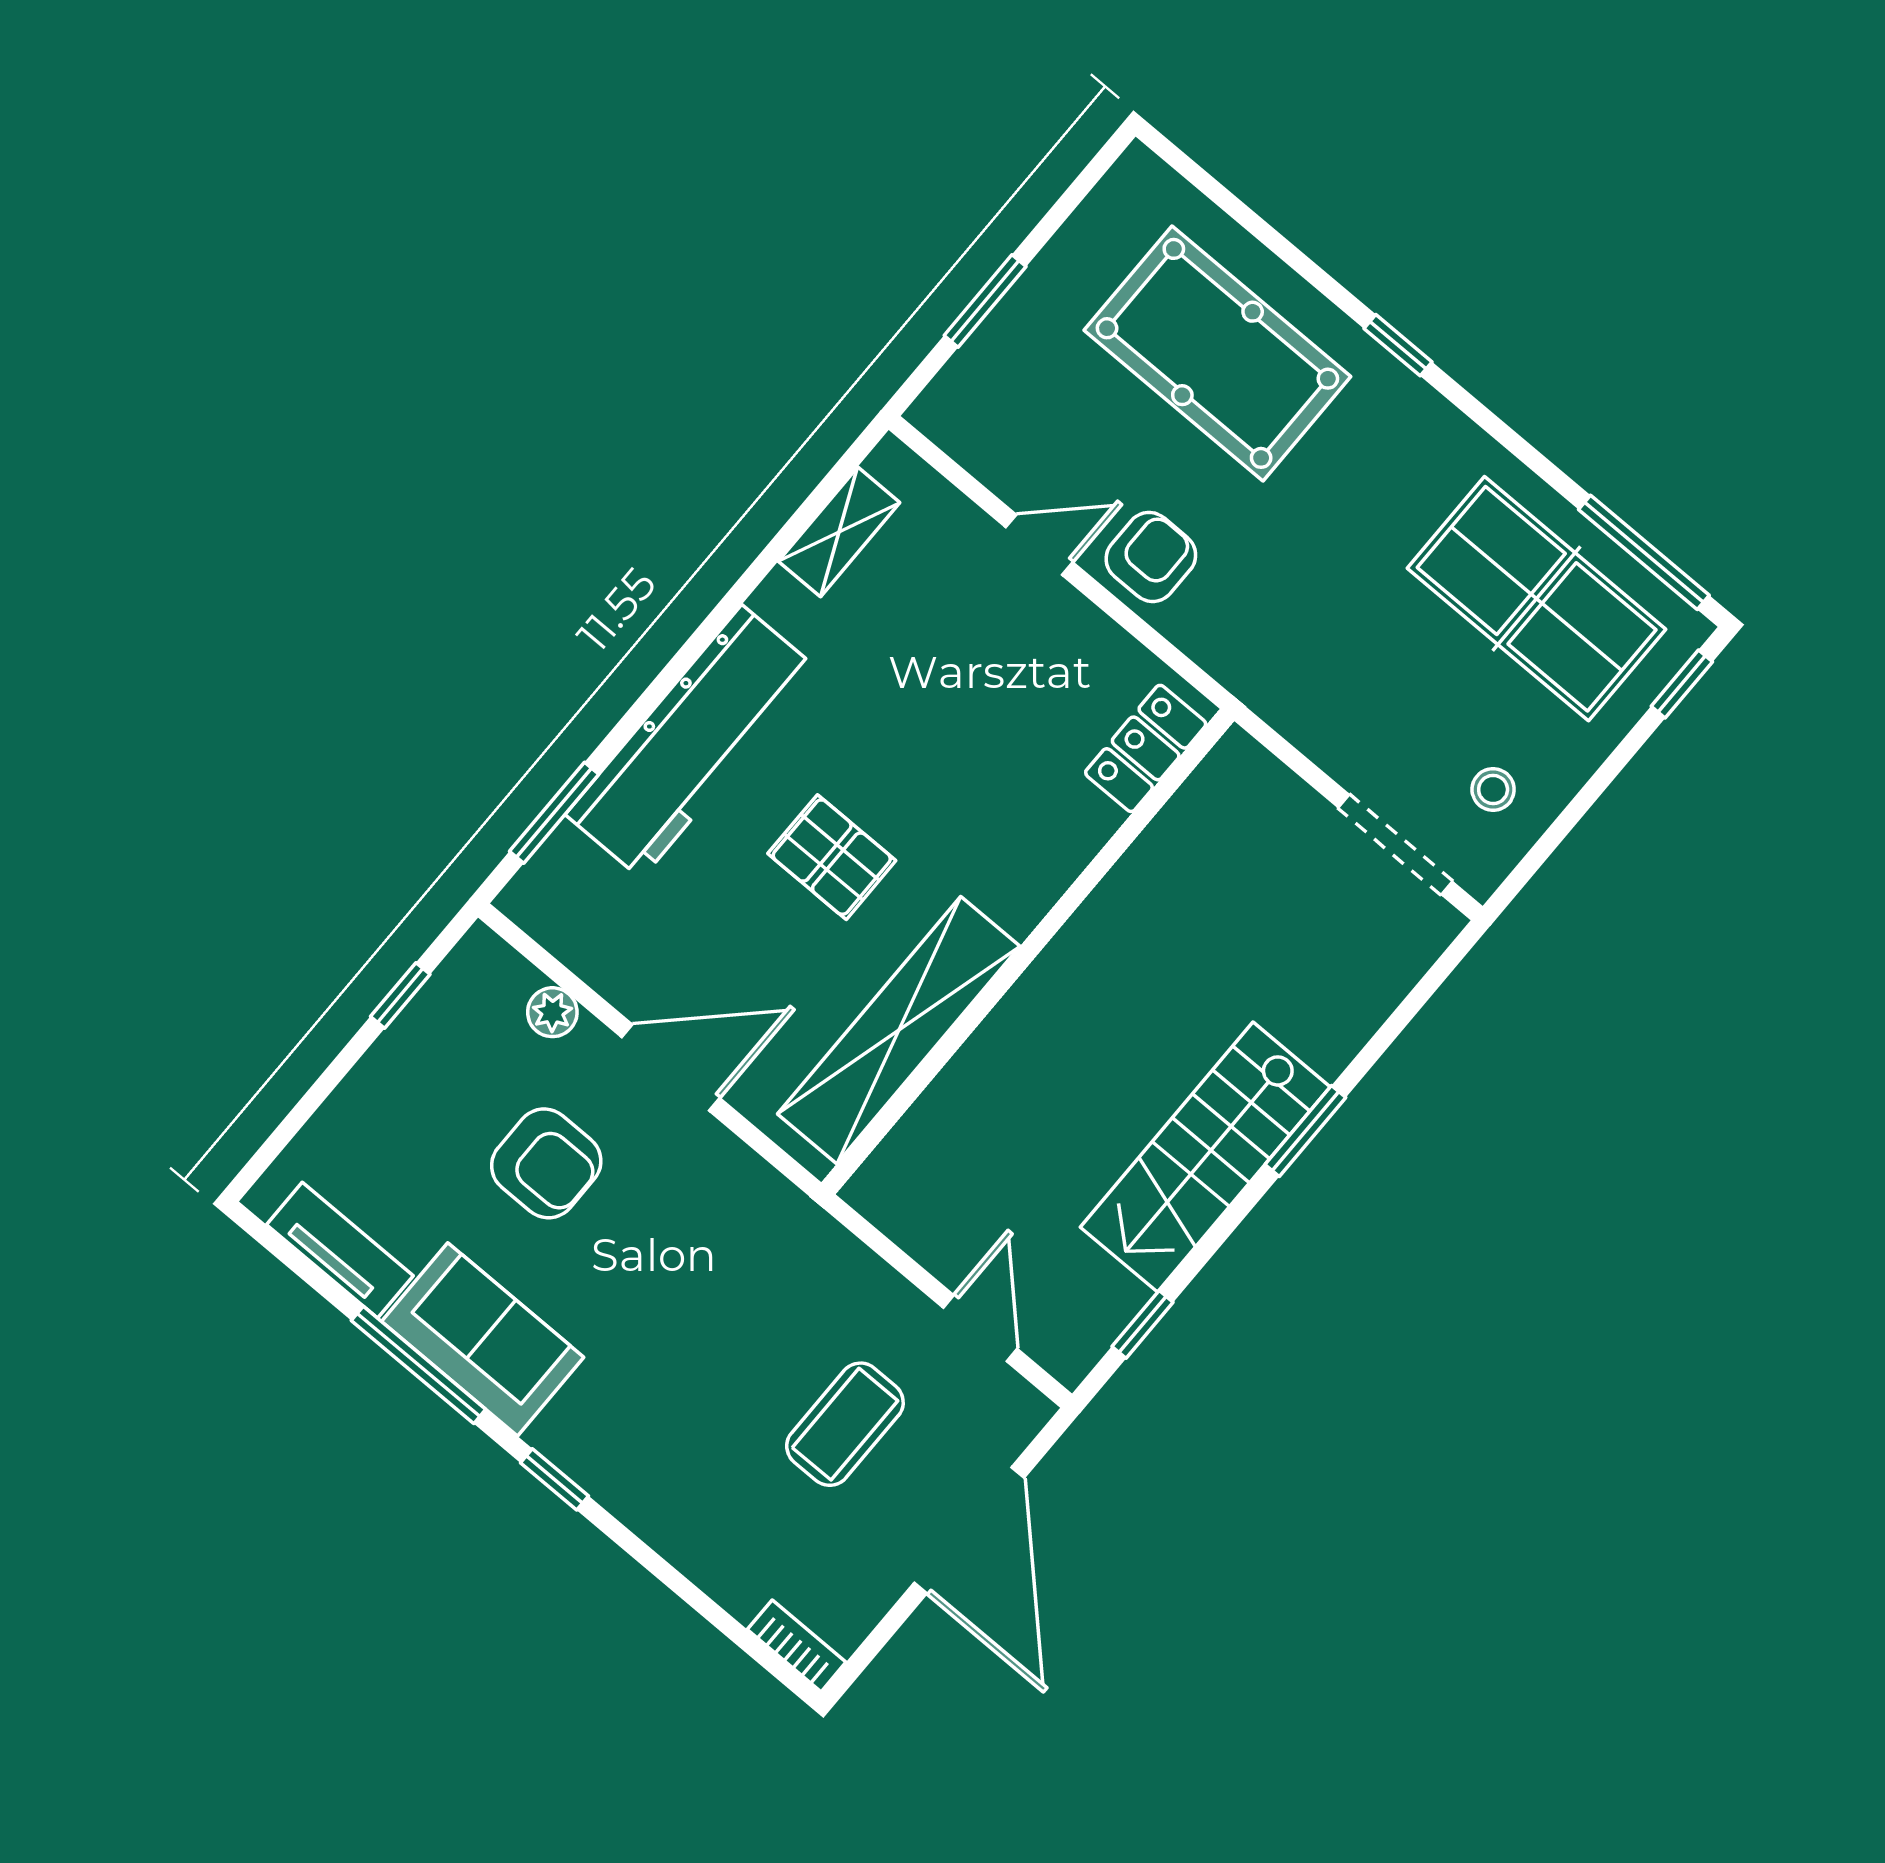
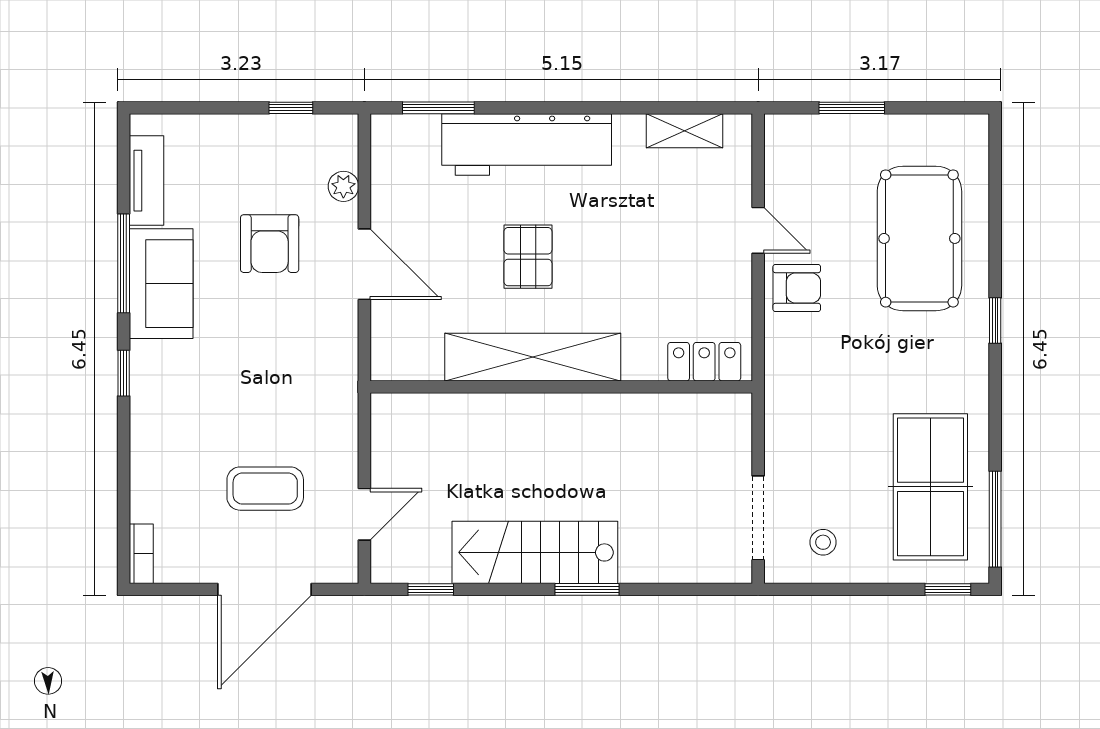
shelving: (899, 1030) -> (533, 357), moved

